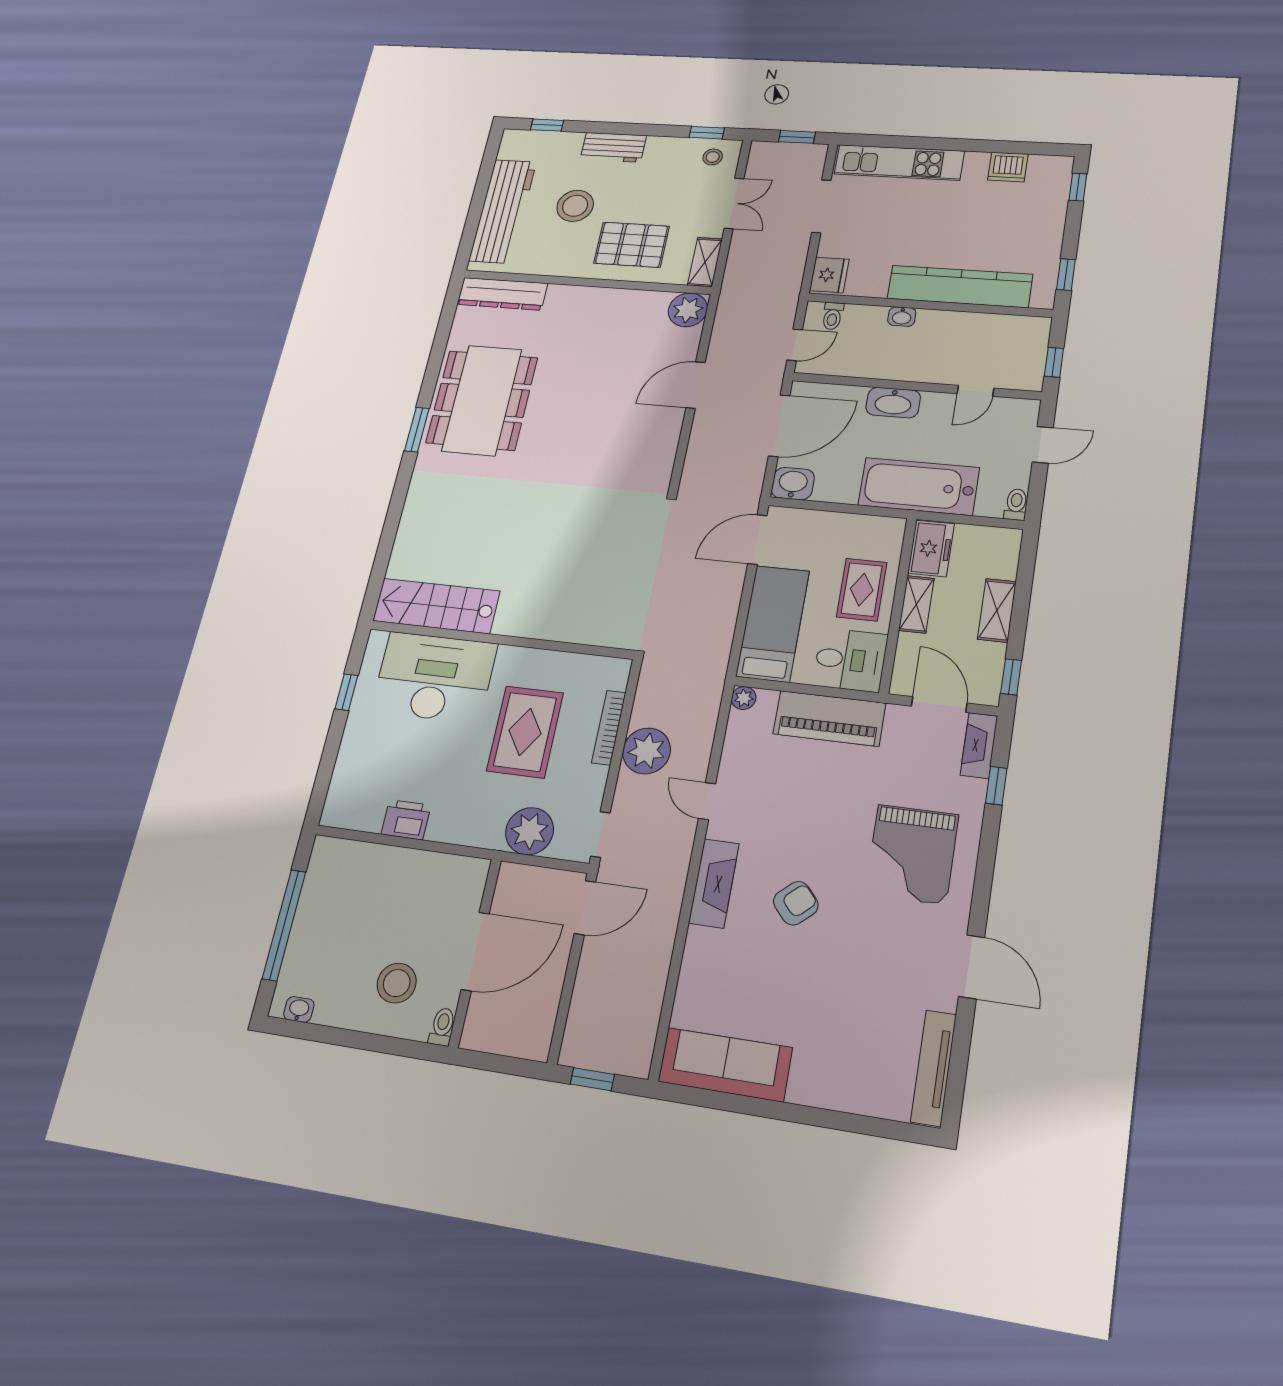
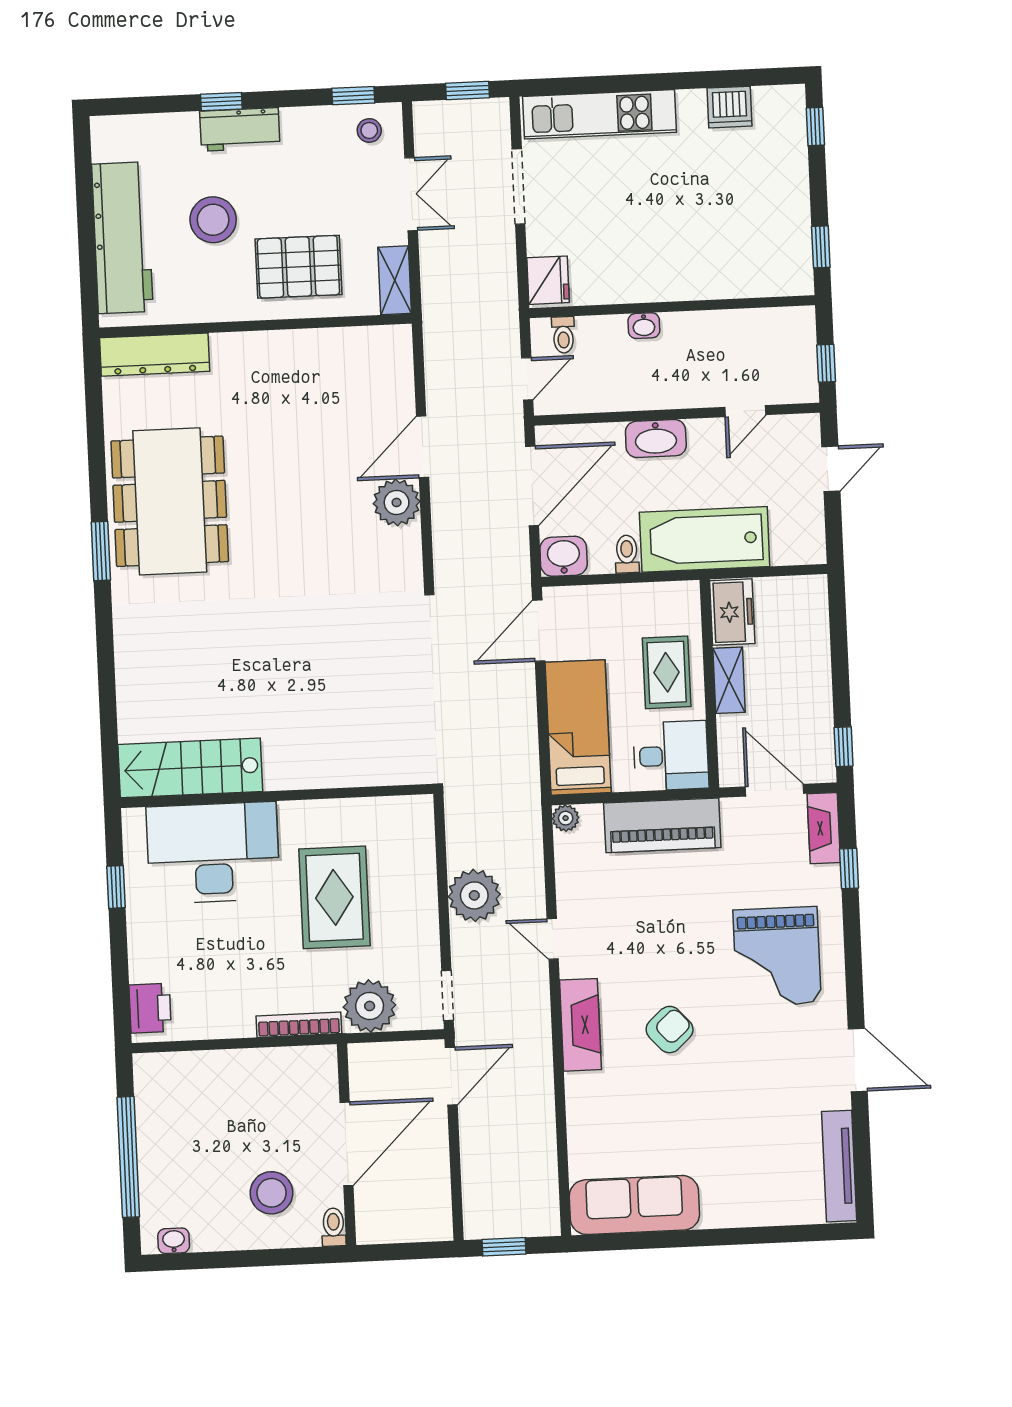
window: (547, 125) -> (221, 102), moved
kitchen counter: (960, 286) -> (703, 277), removed
plant: (688, 310) -> (397, 502), moved
toilet: (1016, 504) -> (627, 554), moved
shelving: (997, 610) -> (816, 674), removed
bookcase: (609, 728) -> (299, 1025), moved, turned 90
printer: (406, 820) -> (150, 1008), moved, turned 90

